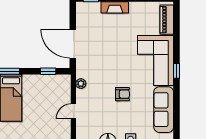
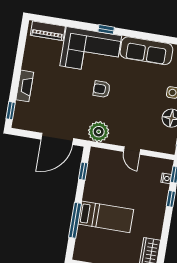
plant: (81, 84) -> (99, 132), width x1.87, depth x1.87
armchair: (122, 94) -> (102, 89), moved, turned -90

